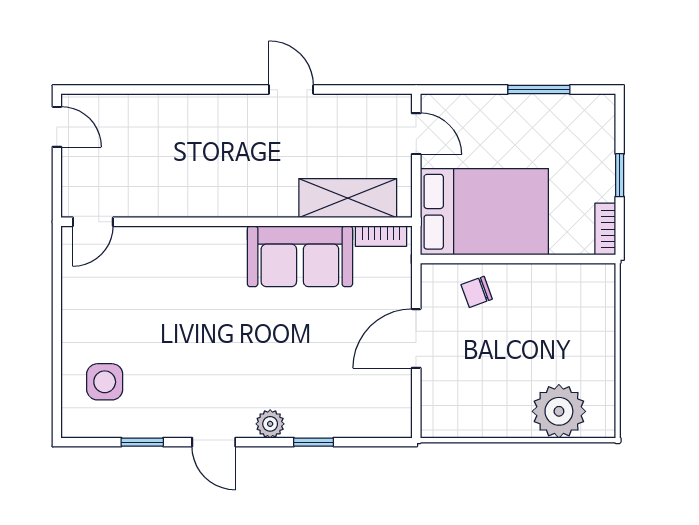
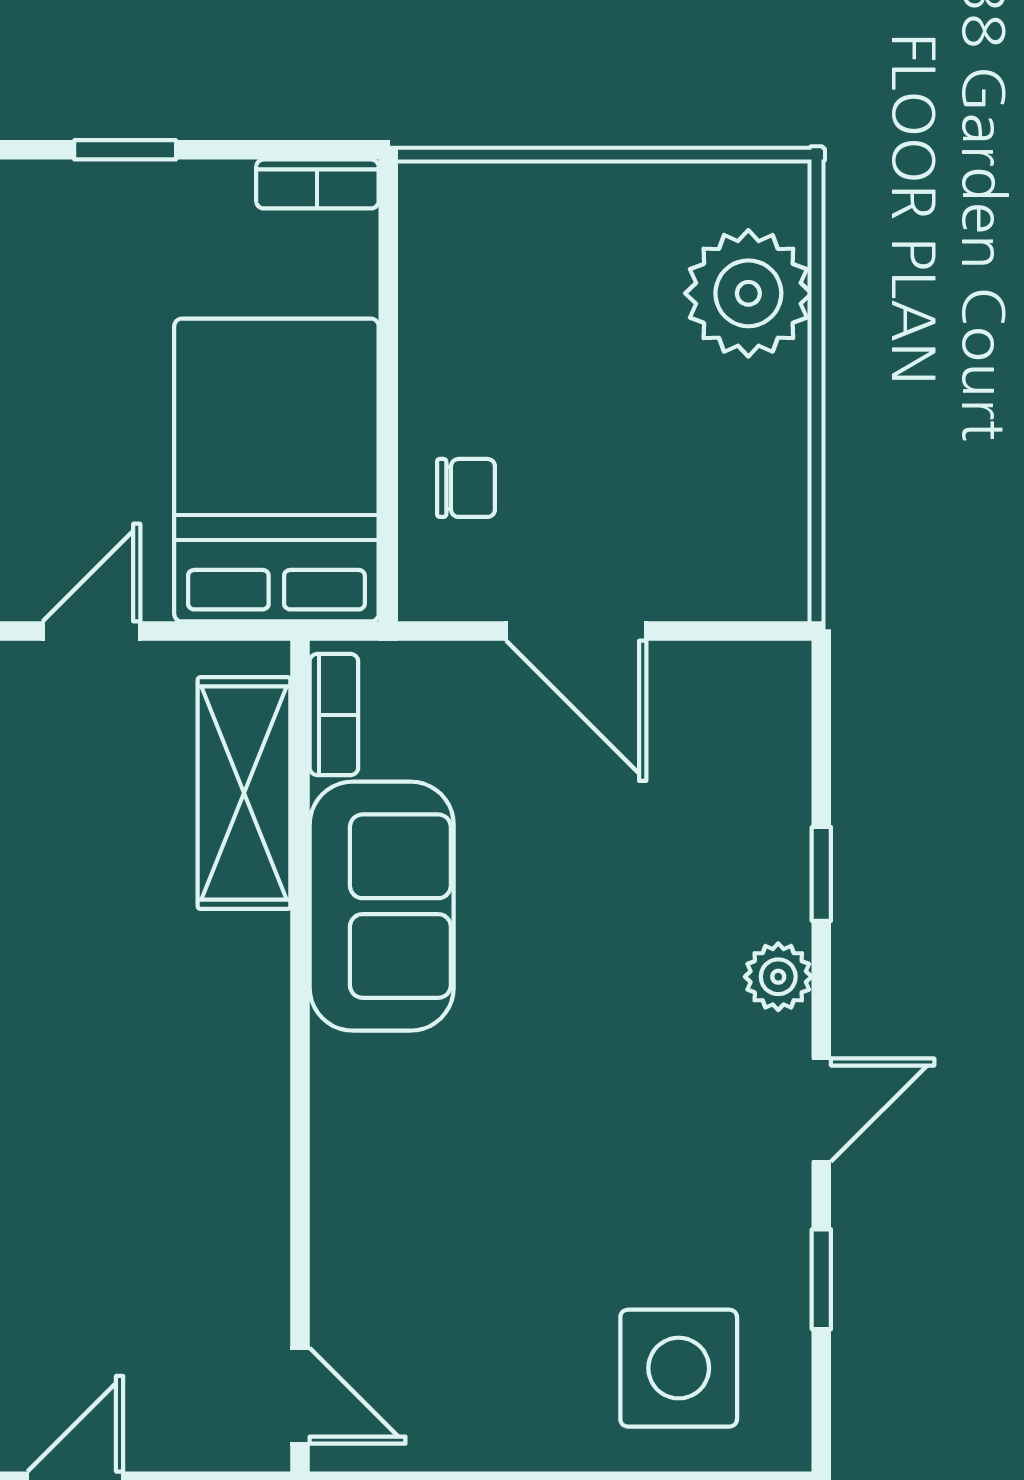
window: (620, 175) -> (125, 150), moved
chair: (477, 292) -> (466, 488), turned -70
side table: (105, 382) -> (679, 1368), width x1.37, depth x1.37

